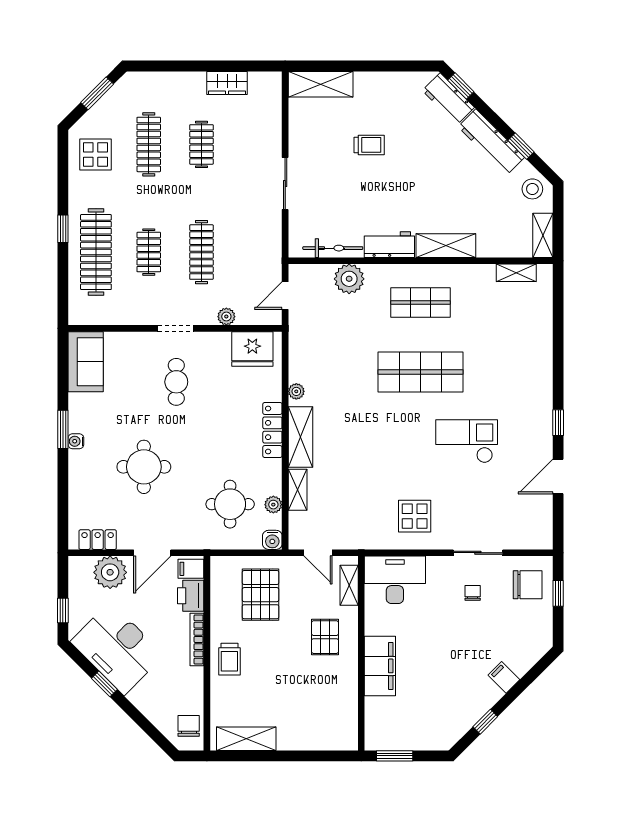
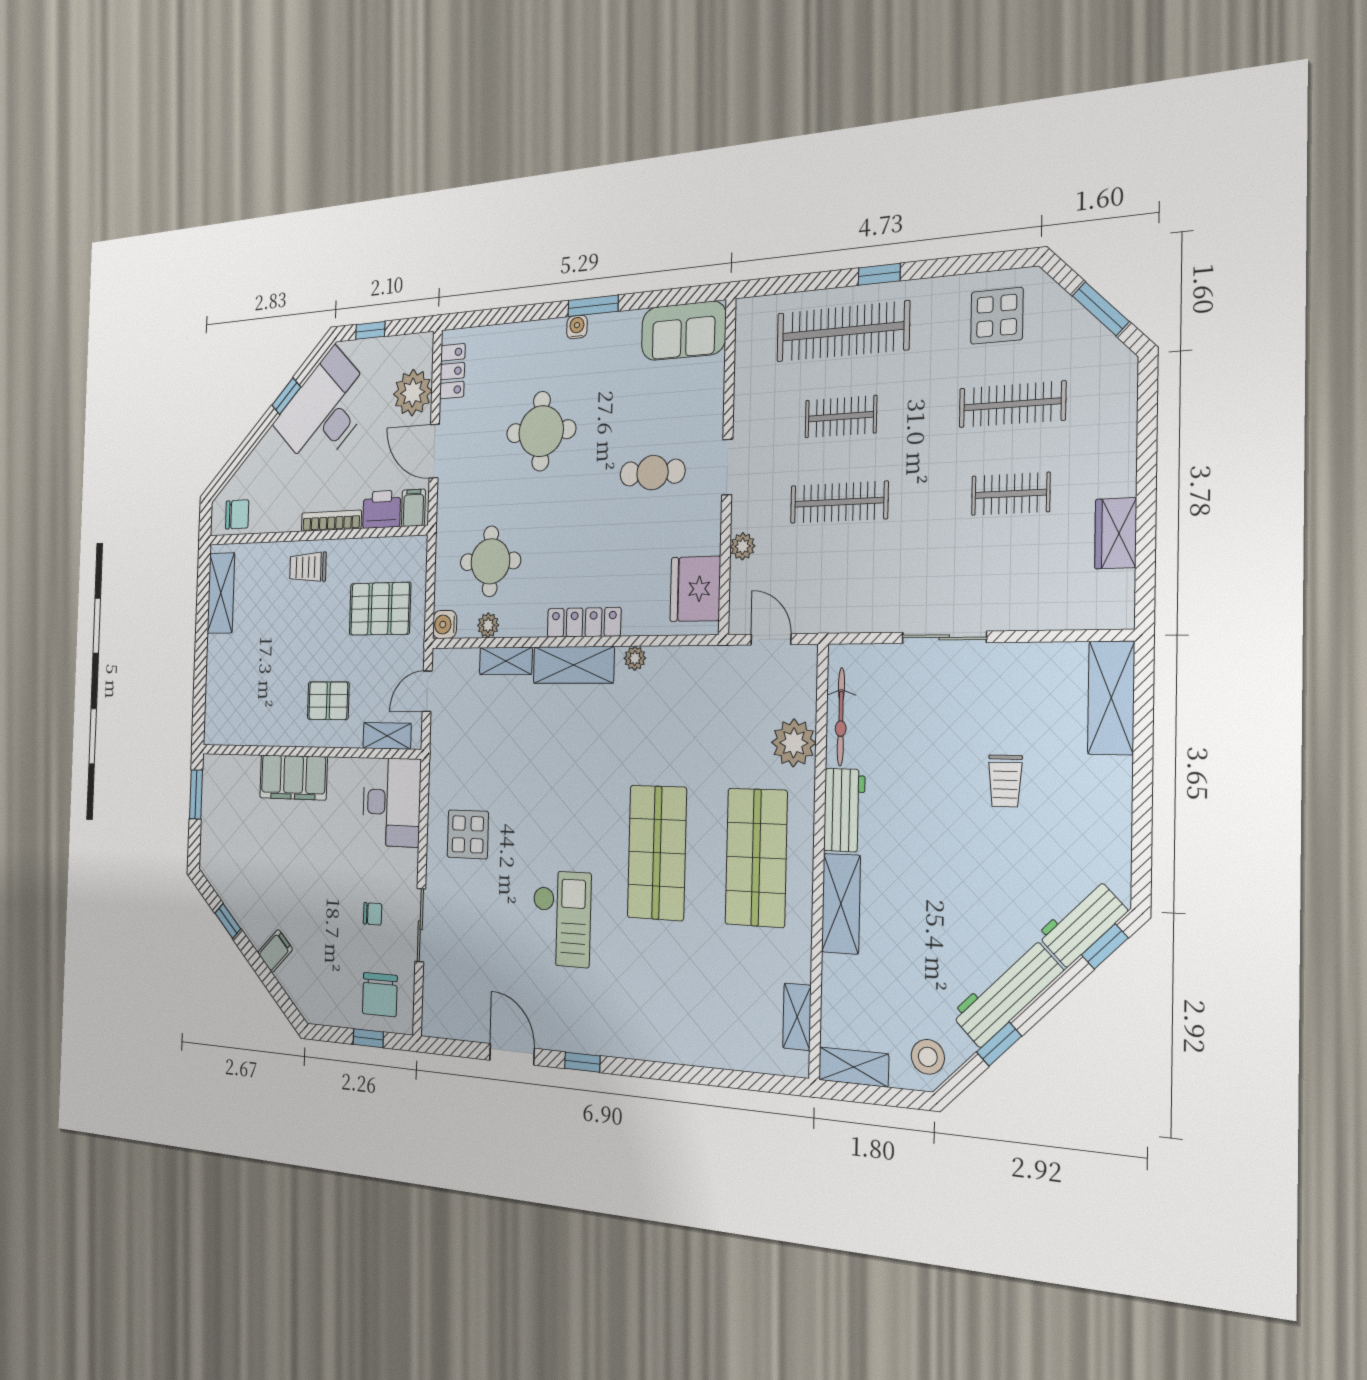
shop shelf: (421, 302) -> (756, 857), width x1.43, depth x1.36

